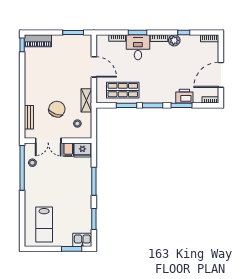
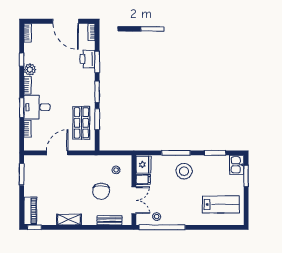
shelving: (86, 100) -> (69, 220), moved
chair: (57, 109) -> (101, 191), turned -111
stool: (76, 189) -> (184, 171), added

